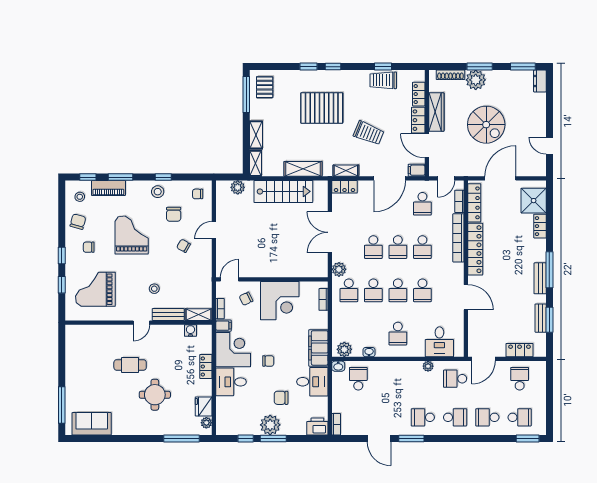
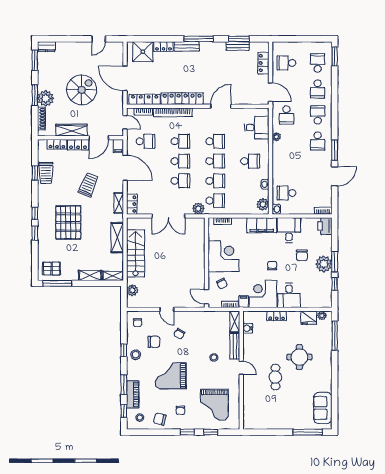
bench: (540, 278) -> (187, 46), moved

